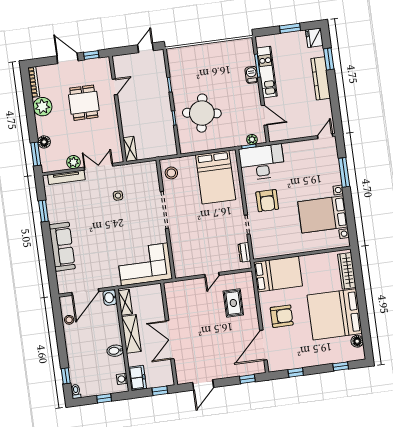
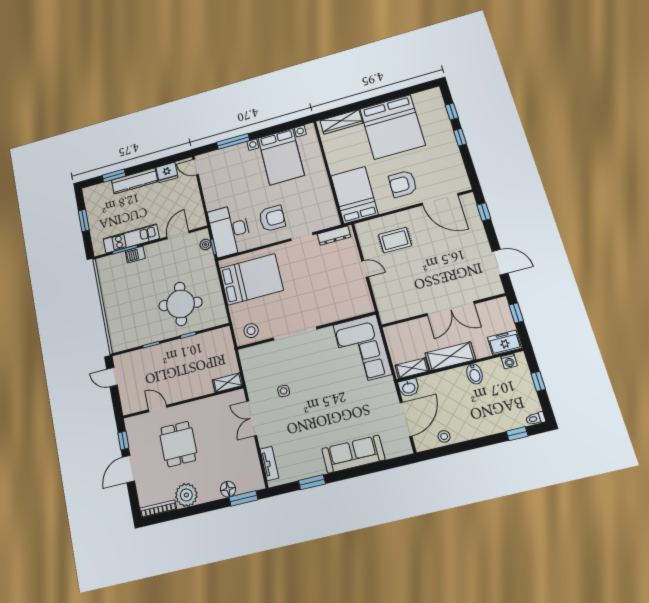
fridge: (314, 38) -> (167, 172), moved
dining table: (84, 103) -> (178, 444), turned 90
plant: (73, 162) -> (249, 450), removed
tv unit: (66, 177) -> (269, 464), width x0.71
dresser: (244, 252) -> (334, 236), width x1.44
door: (85, 292) -> (406, 419), hinge flipped
armchair: (282, 316) -> (403, 184), turned -90
floor lamp: (357, 341) -> (420, 98), removed
window: (296, 372) -> (460, 137), moved

